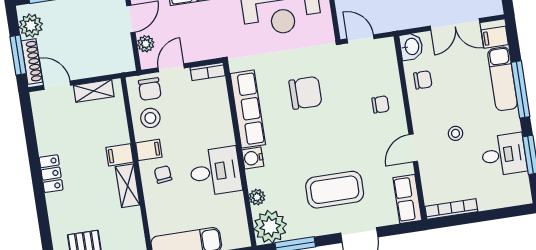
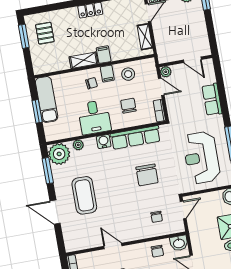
plant: (146, 44) -> (166, 72), moved
chair: (150, 89) -> (128, 106), moved, turned 90
chair: (380, 104) -> (157, 217), moved
row of seats: (407, 199) -> (79, 243), removed

